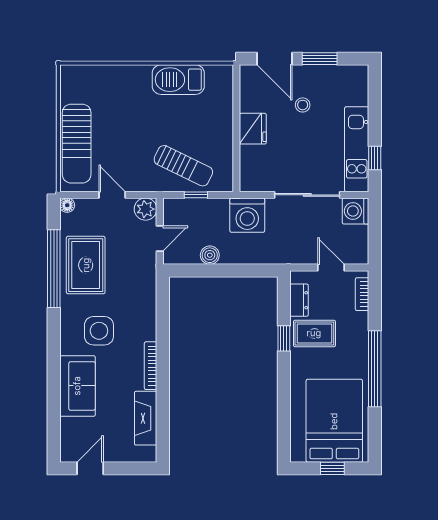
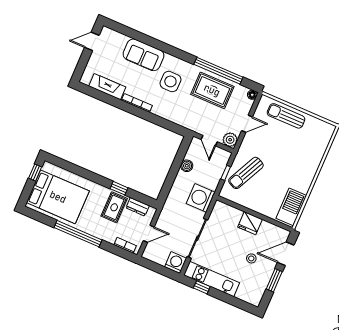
barbecue: (178, 80) -> (291, 207), moved
sun lounger: (77, 144) -> (286, 116), width x0.73, depth x0.75
door: (90, 468) -> (92, 41), swing flipped
window: (332, 468) -> (35, 173), moved

